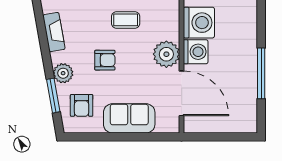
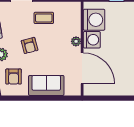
plant: (166, 54) -> (76, 41), width x0.53, depth x0.53
armchair: (105, 60) -> (30, 45), turned 75

